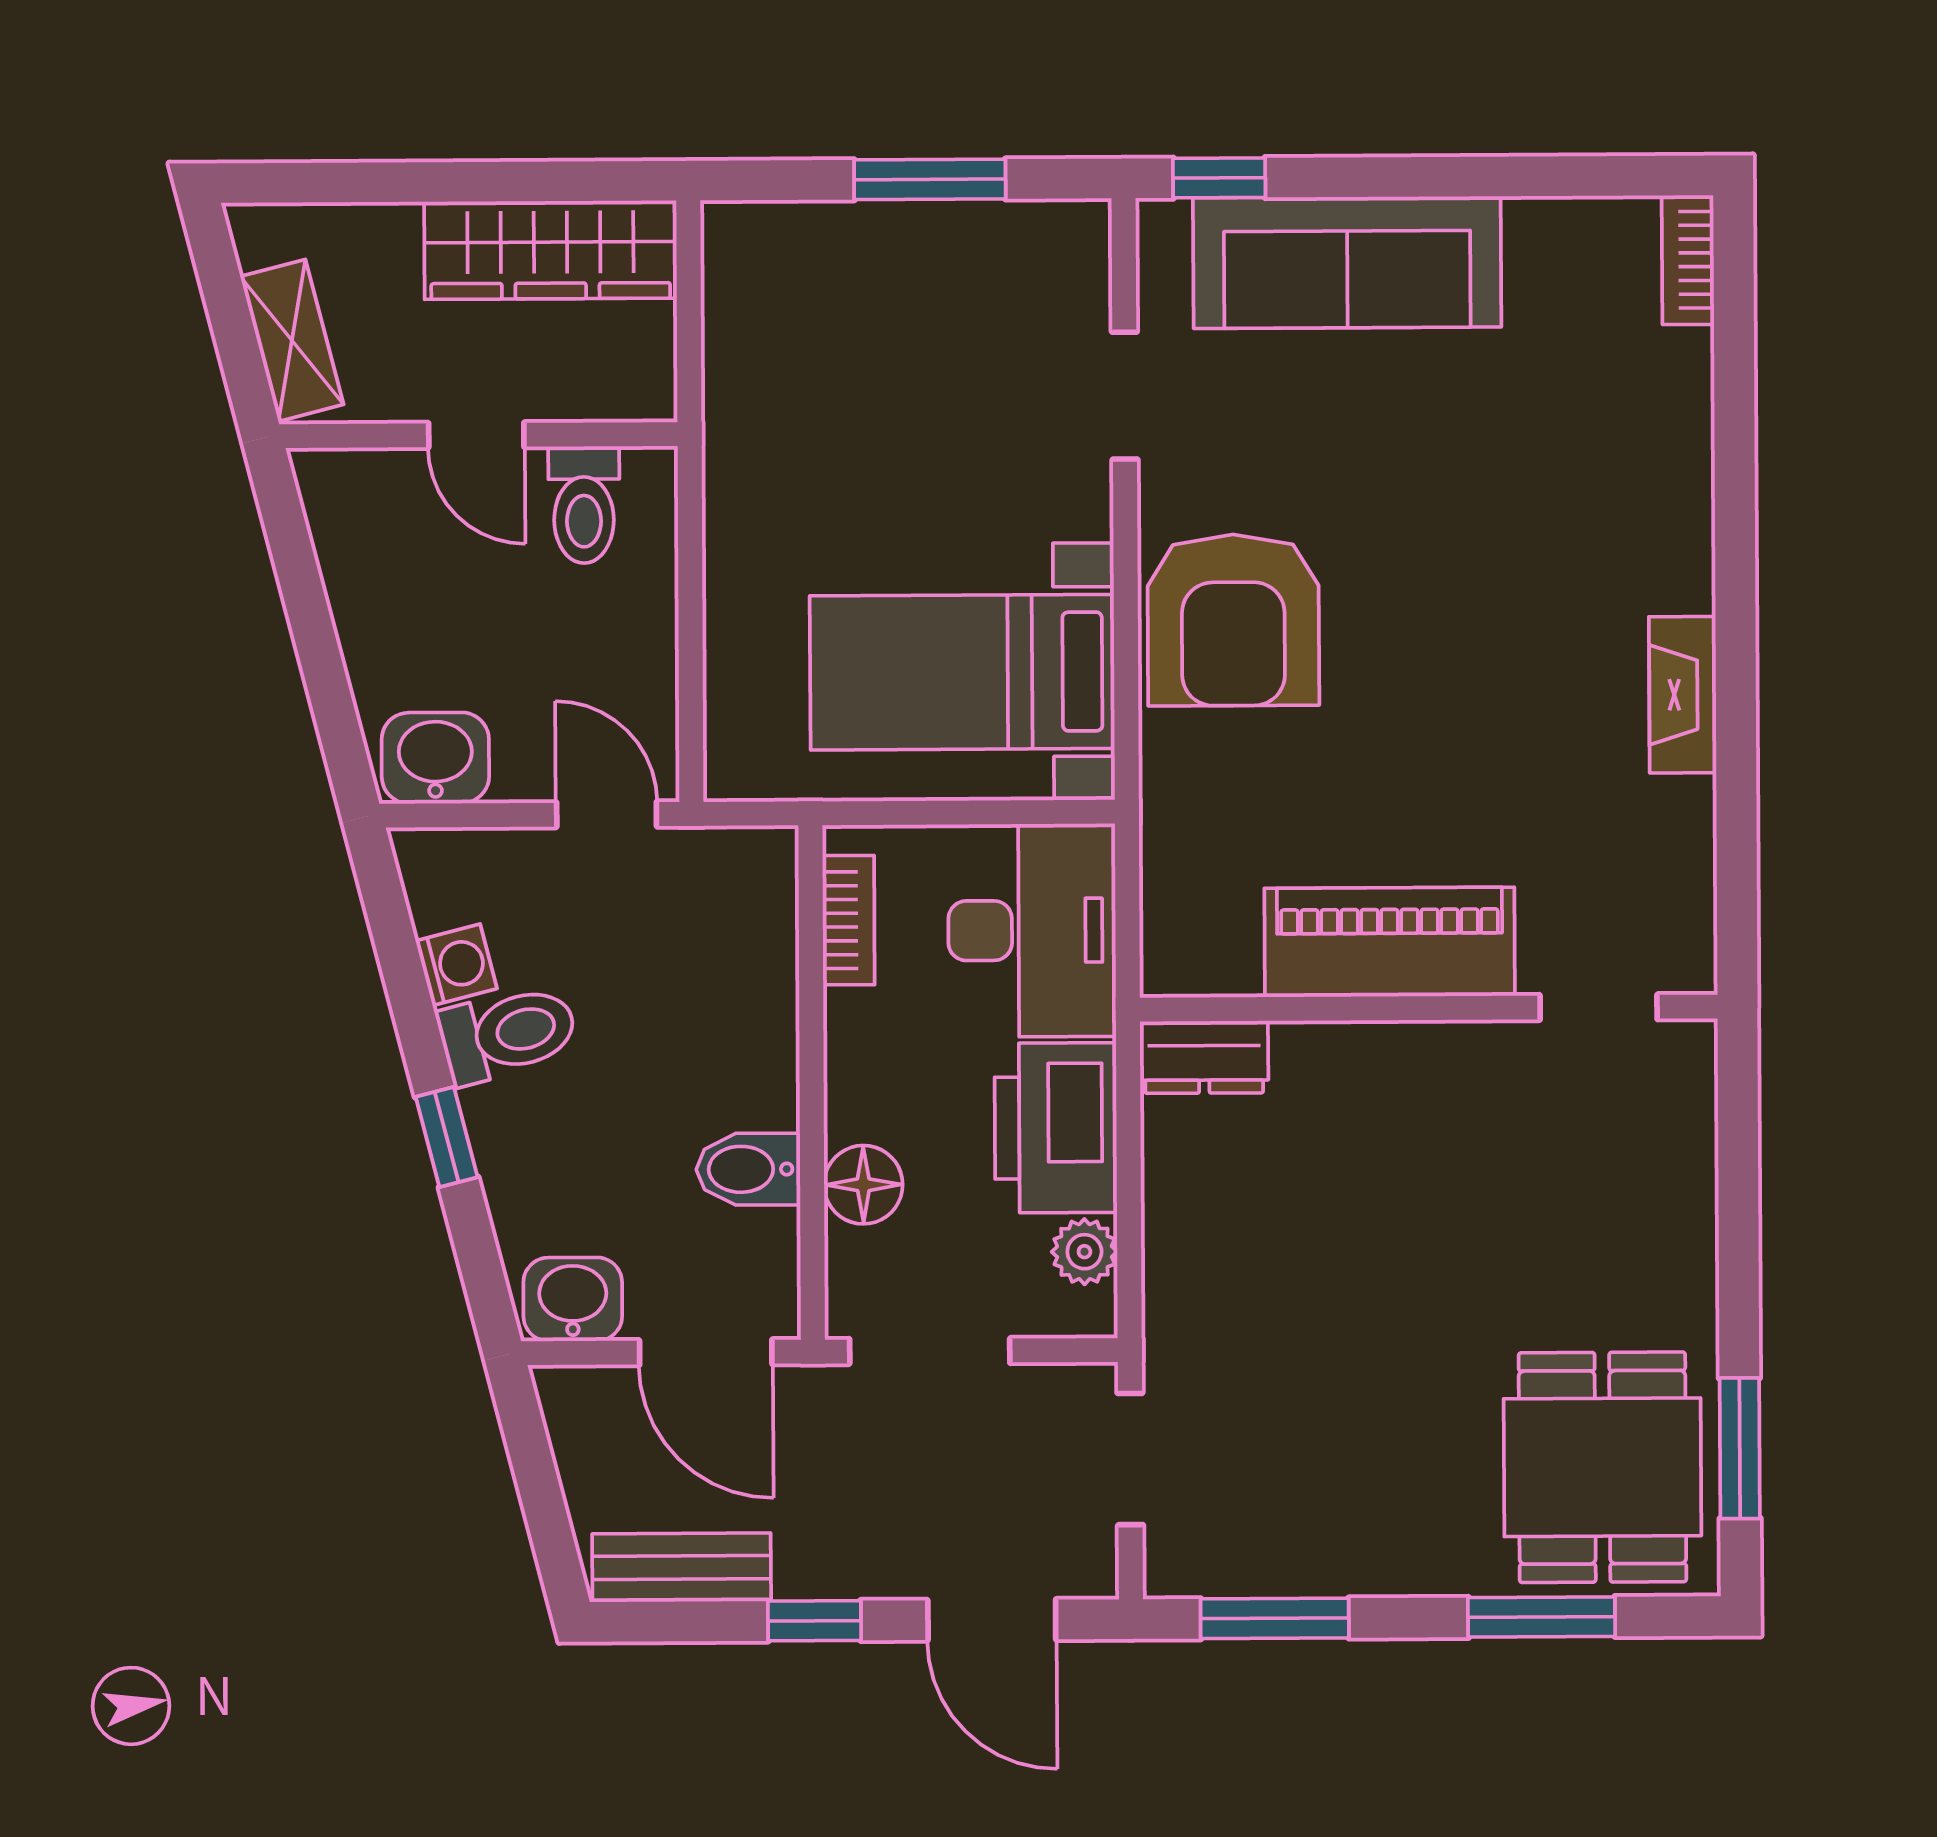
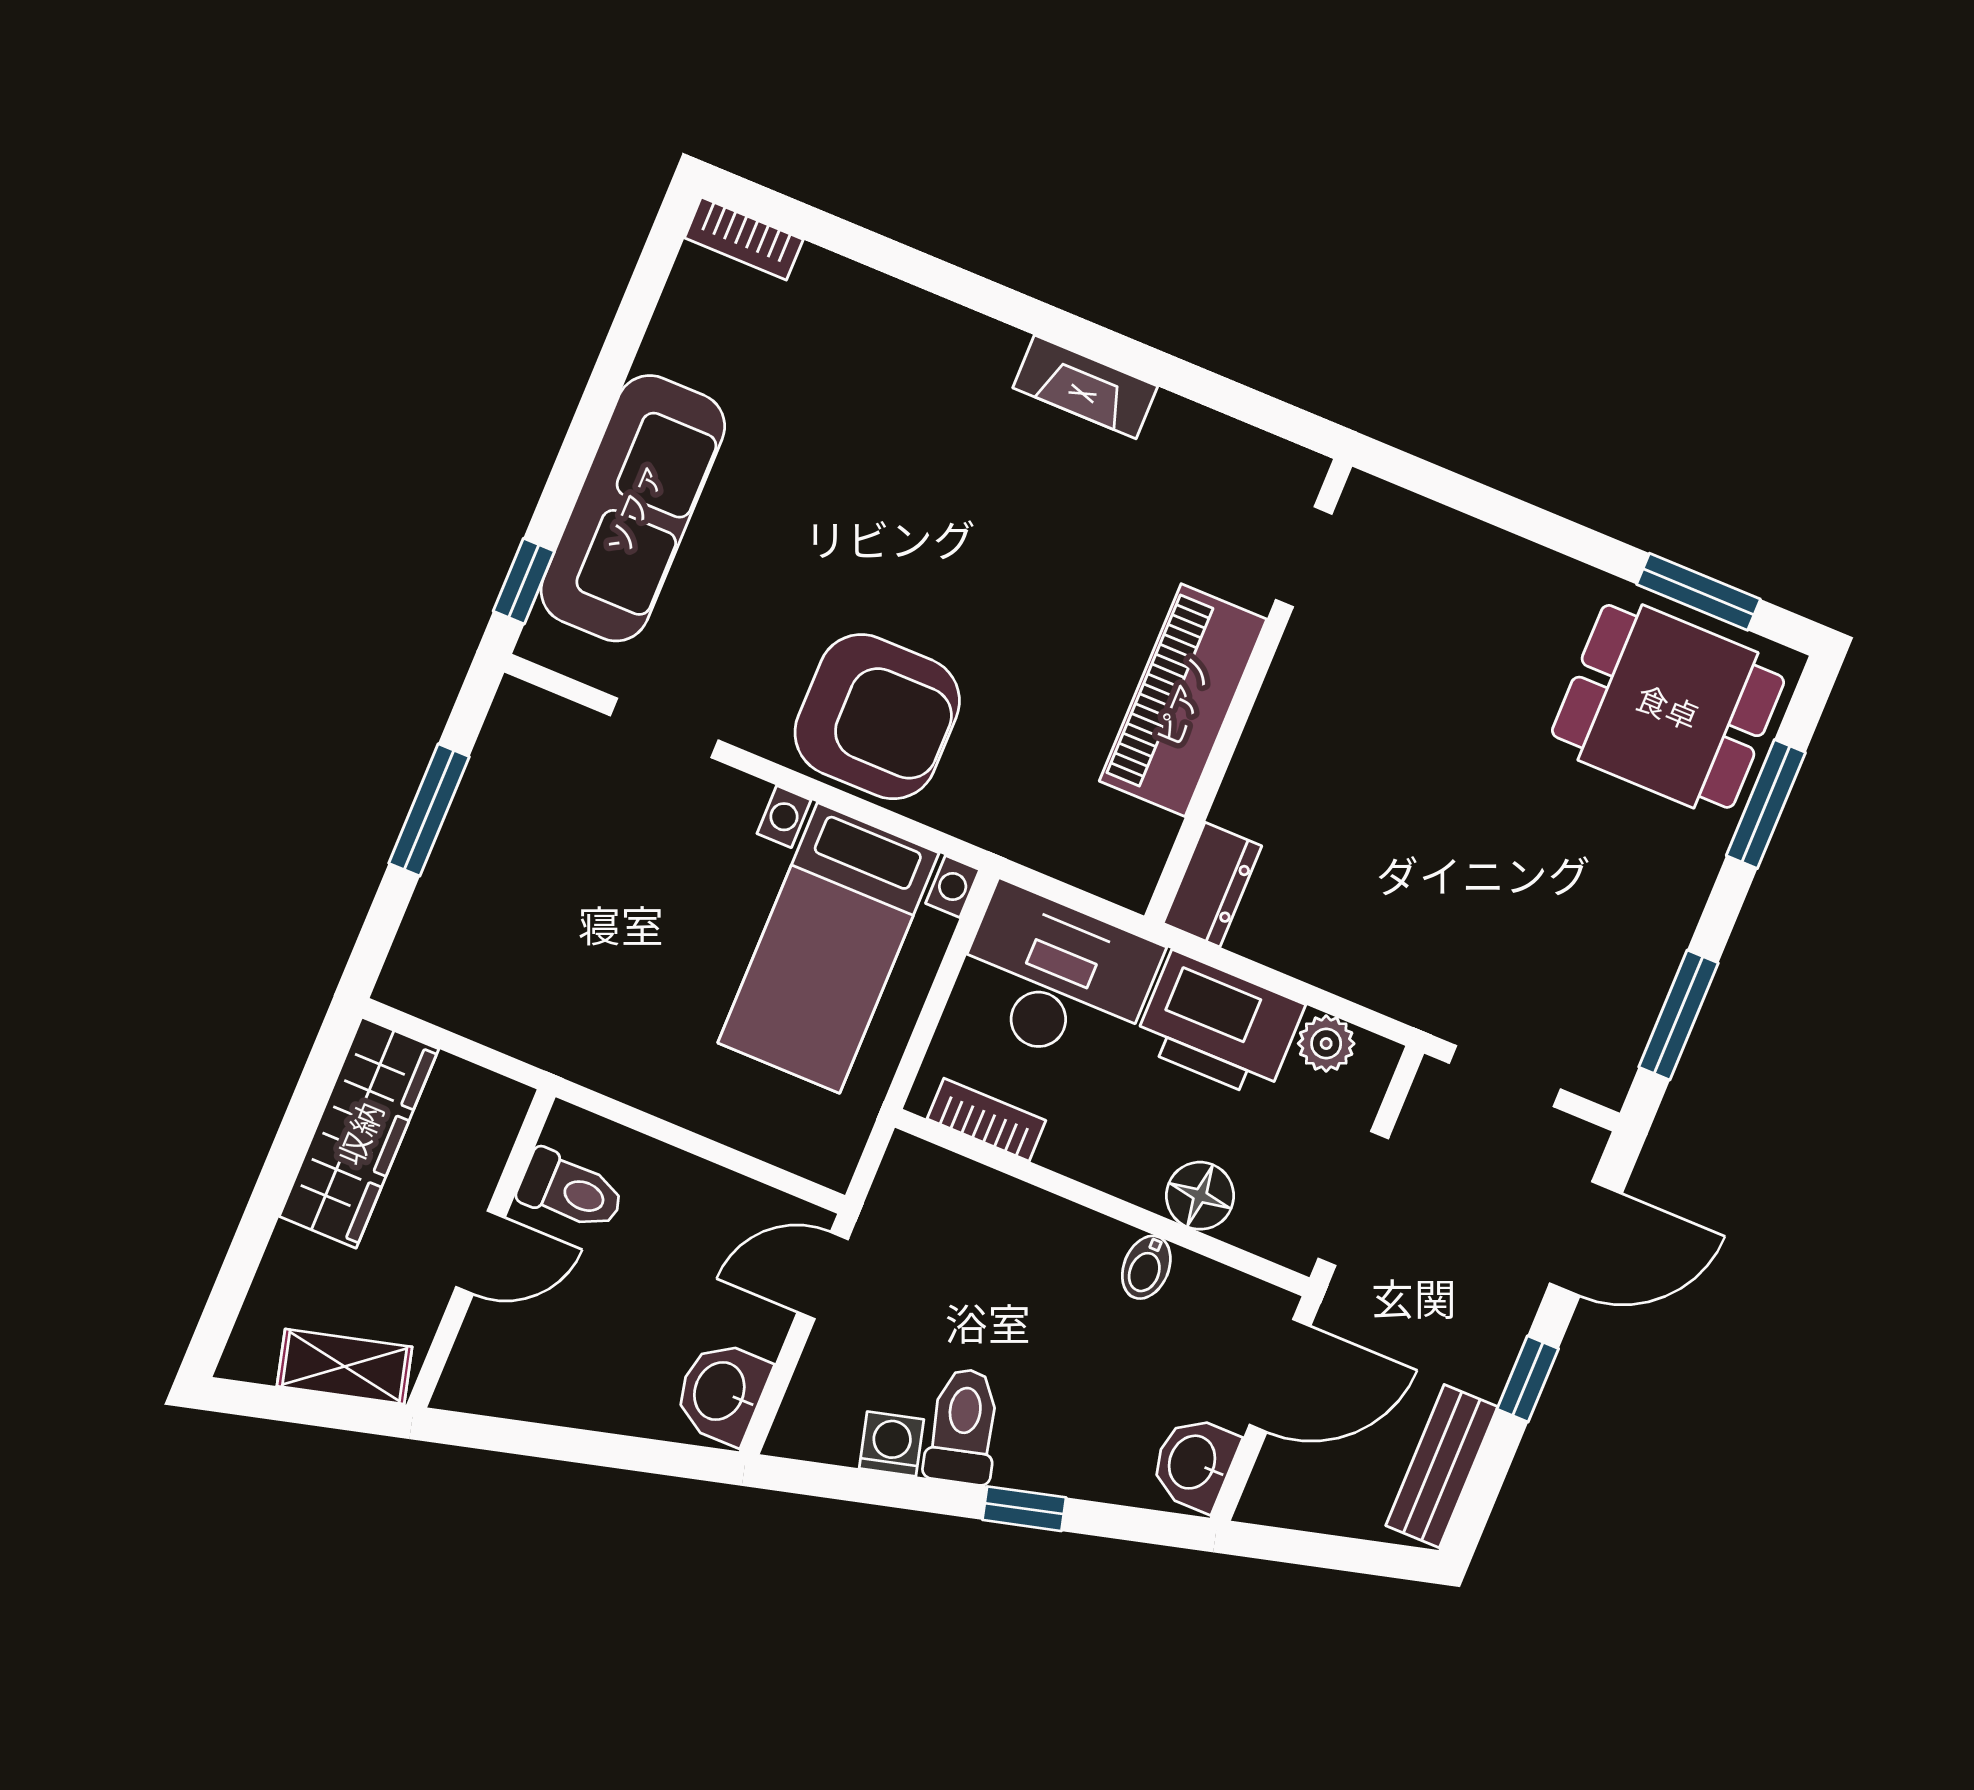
bidet: (748, 1169) -> (1146, 1267), width x0.72, depth x0.74

